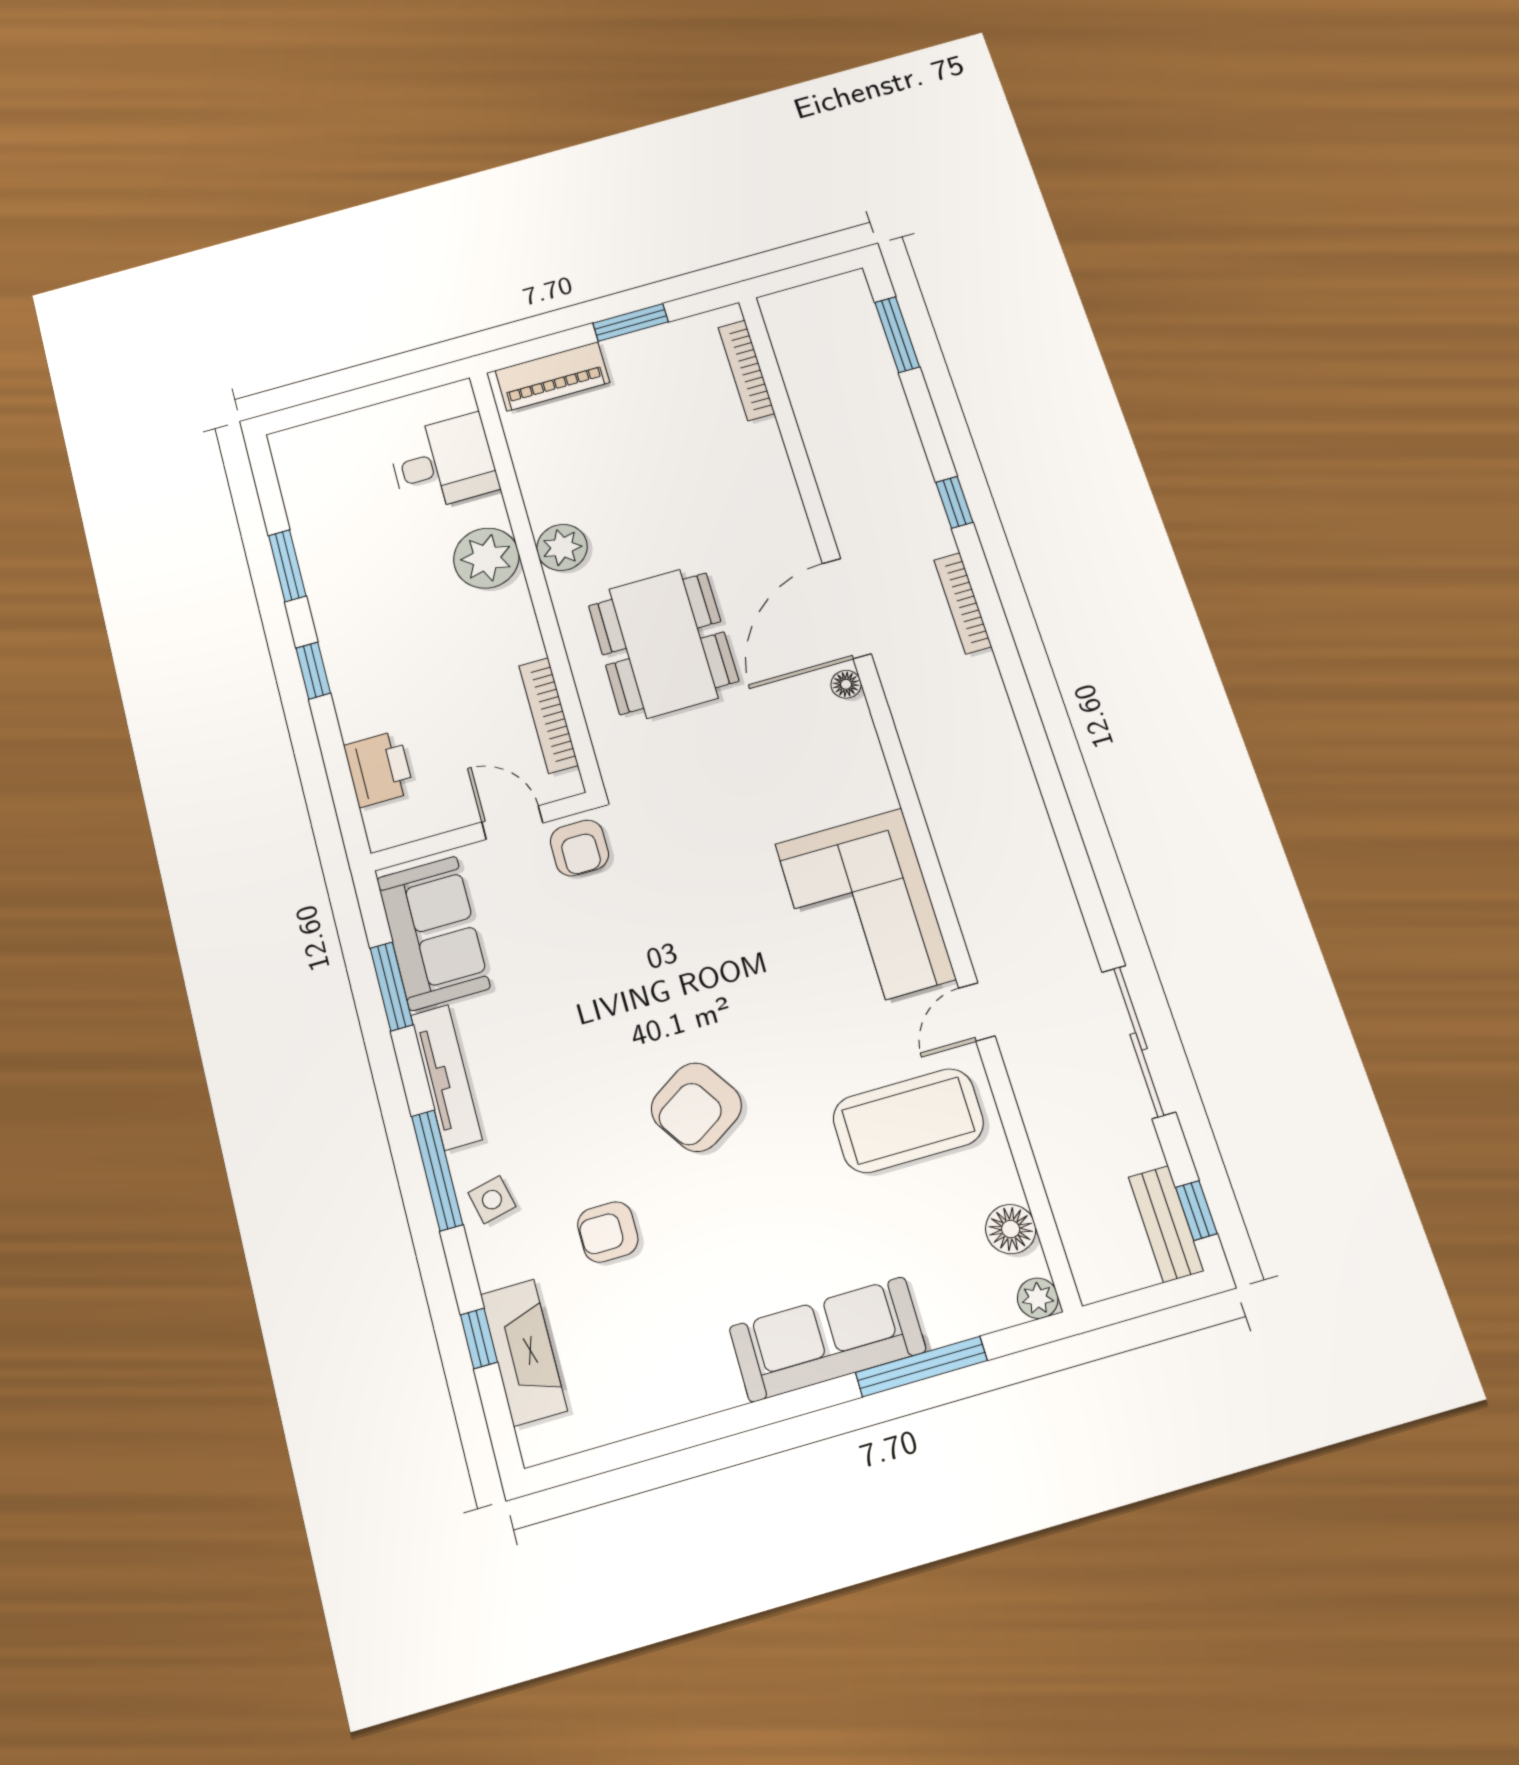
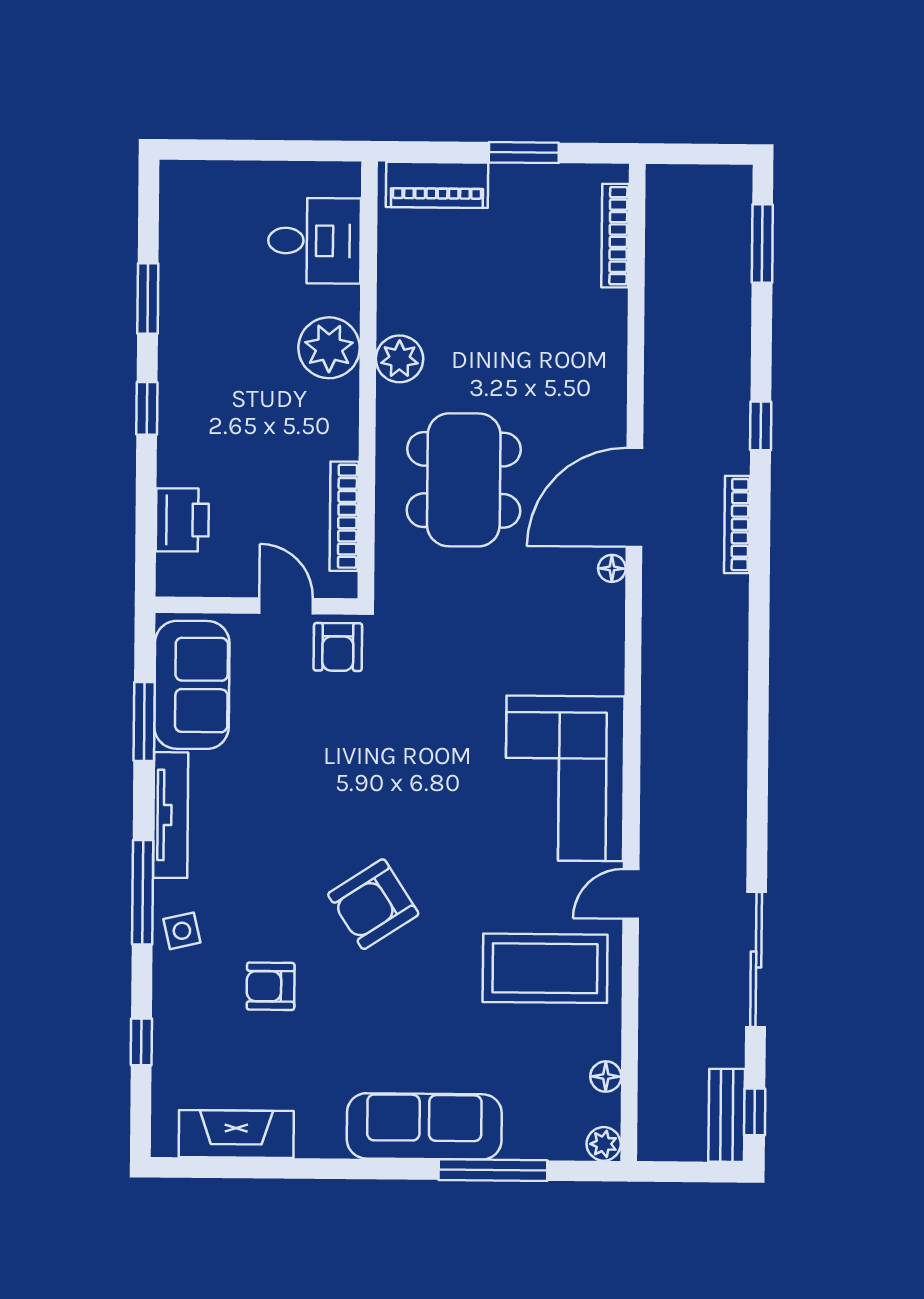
floor lamp: (1011, 1229) -> (606, 1077), width x0.73, depth x0.73
fireplace: (524, 1352) -> (236, 1134), moved, turned -90

